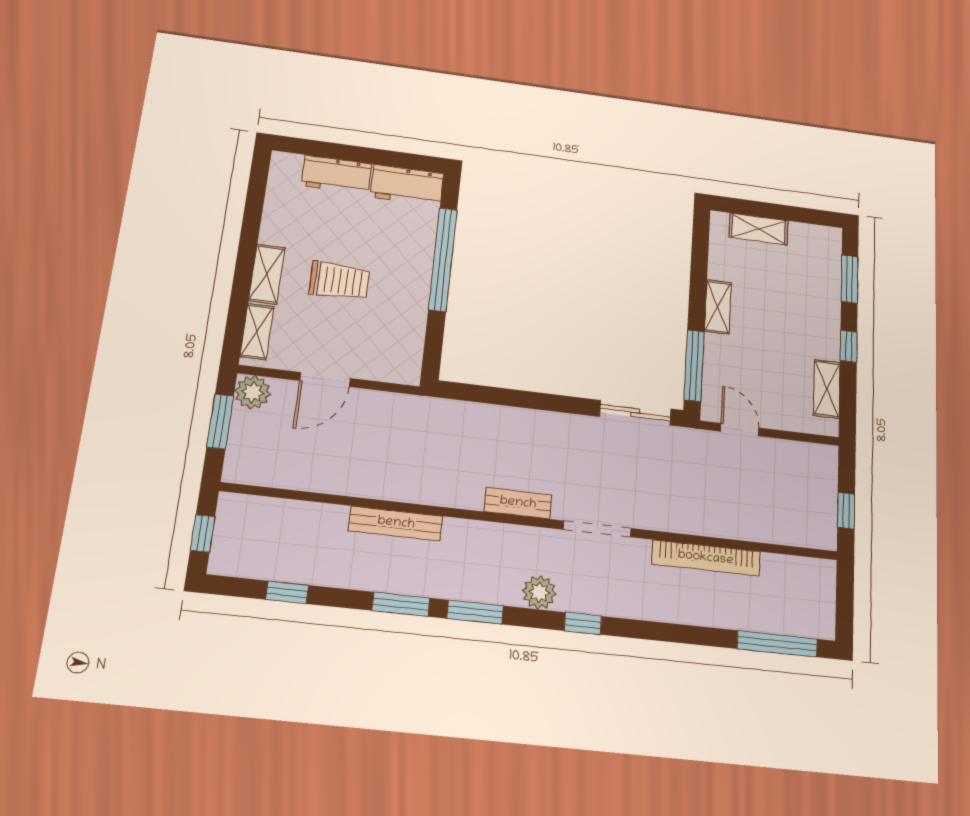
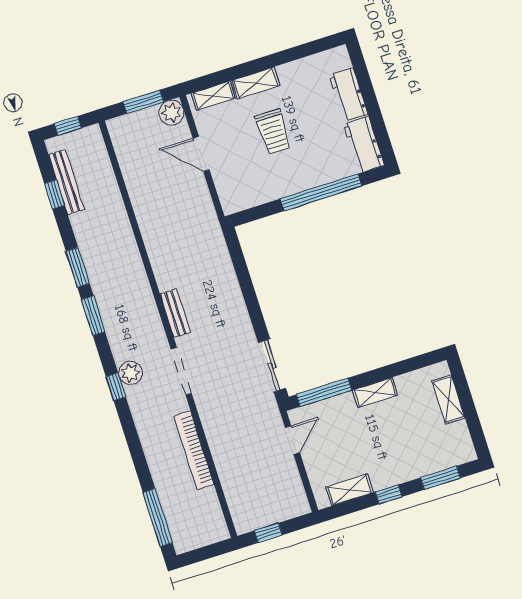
bench: (396, 523) -> (66, 182), moved
plant: (539, 592) -> (131, 373), moved

